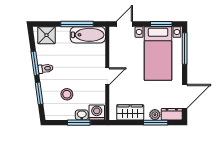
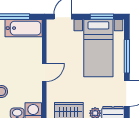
window: (185, 48) -> (127, 56), moved

